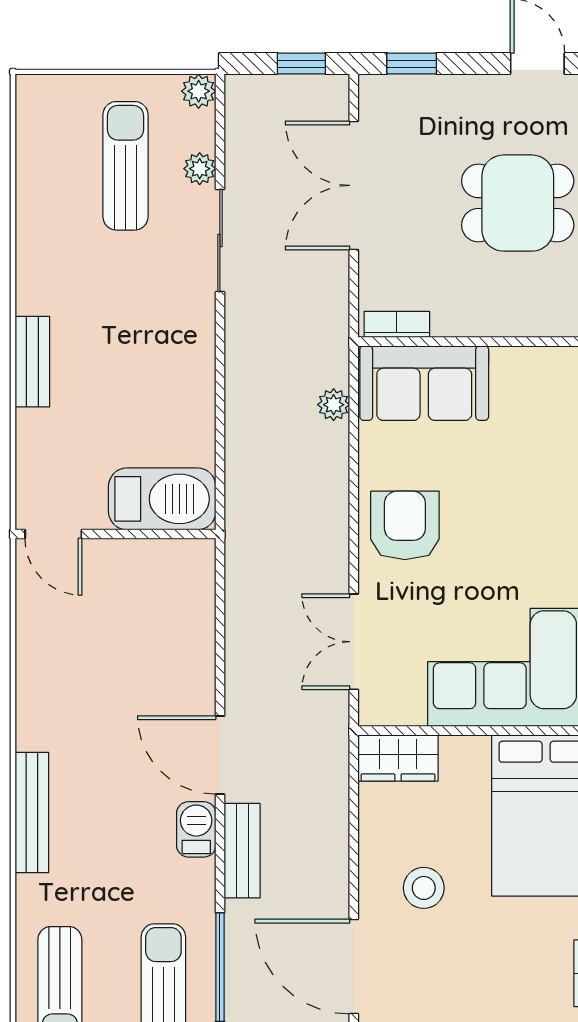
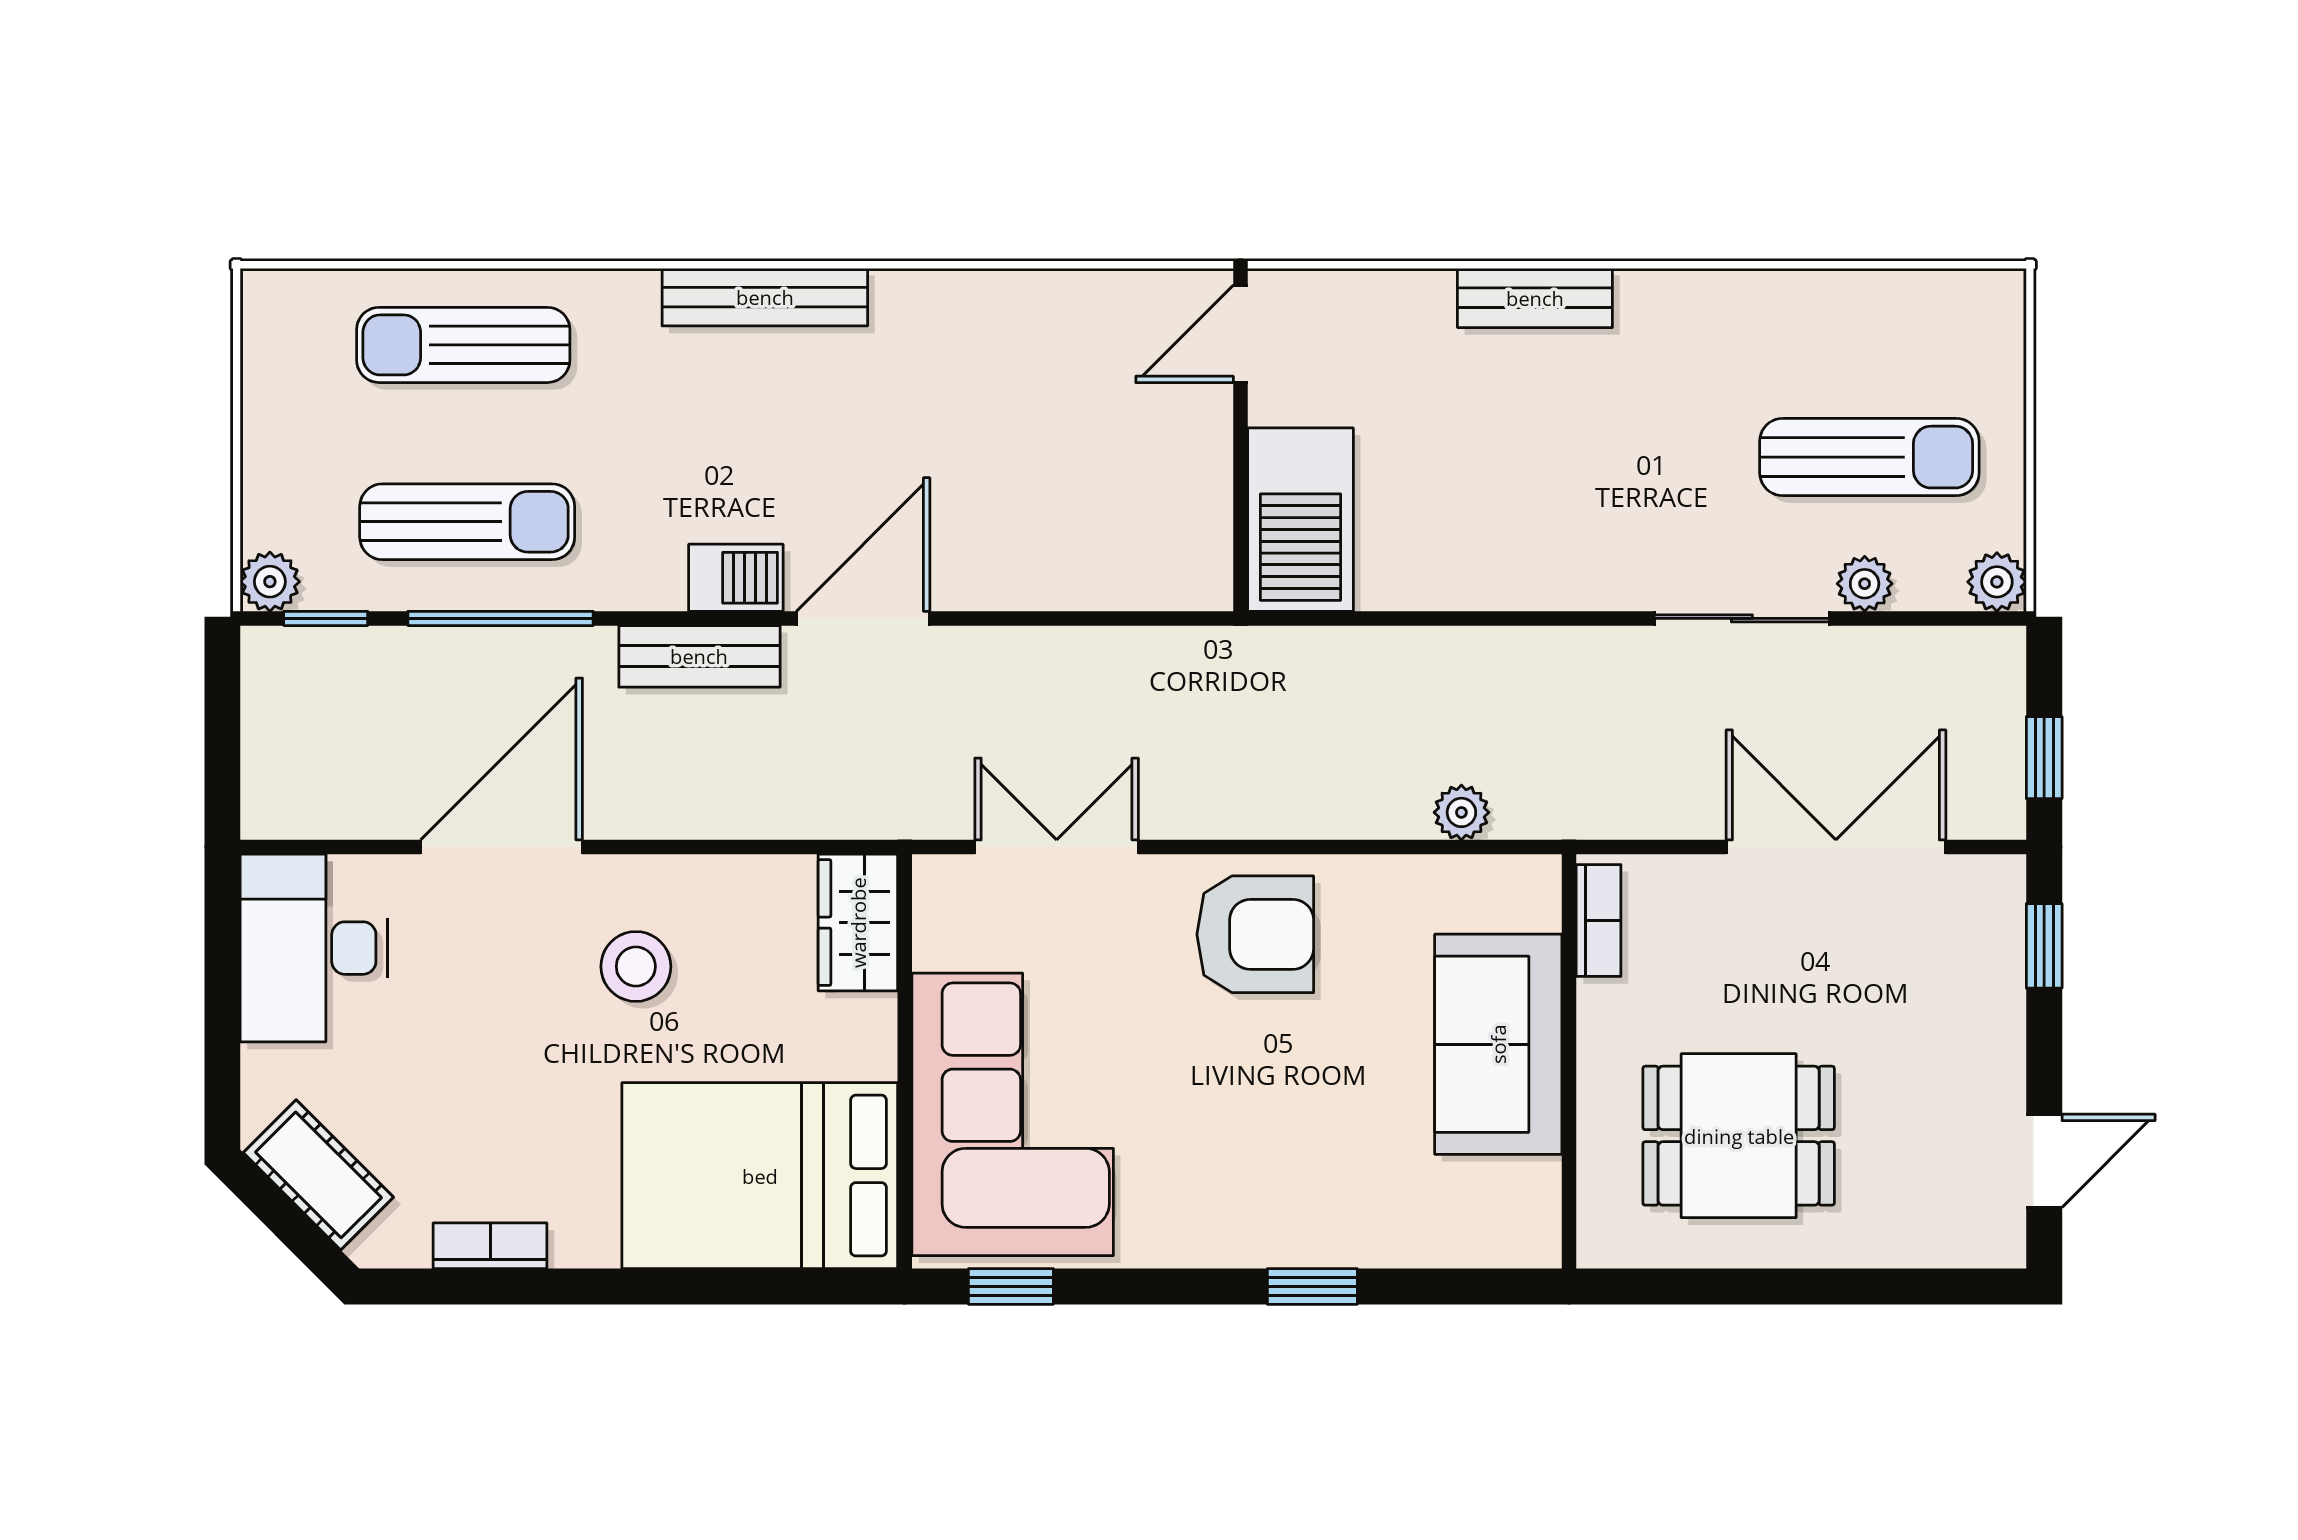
dining table: (518, 203) -> (1739, 1136), moved, turned 90
sofa: (424, 383) -> (1498, 1044), moved

